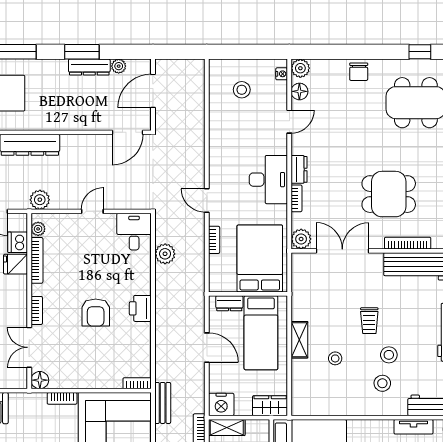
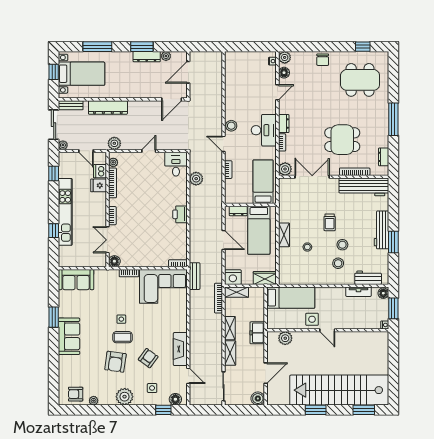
stool: (242, 90) -> (231, 126), moved
bed: (260, 258) -> (263, 182), width x0.67
armchair: (96, 313) -> (151, 217), removed

